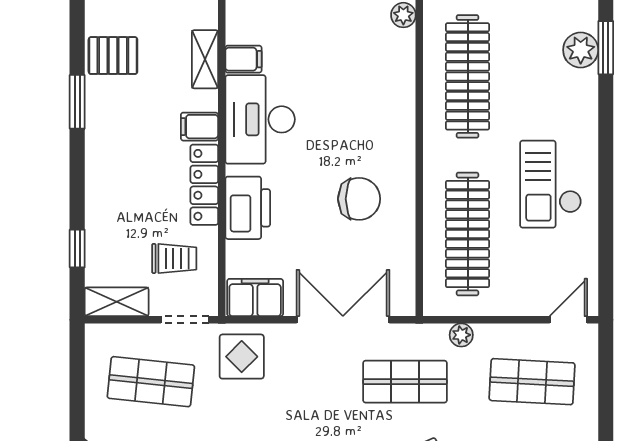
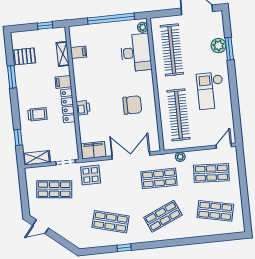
window: (606, 48) -> (229, 49), moved
plant: (581, 50) -> (219, 46), moved
desk: (260, 119) -> (136, 53), moved, turned 180
printer: (248, 208) -> (83, 108), width x0.53, depth x0.68
trolley: (174, 258) -> (37, 114), moved

